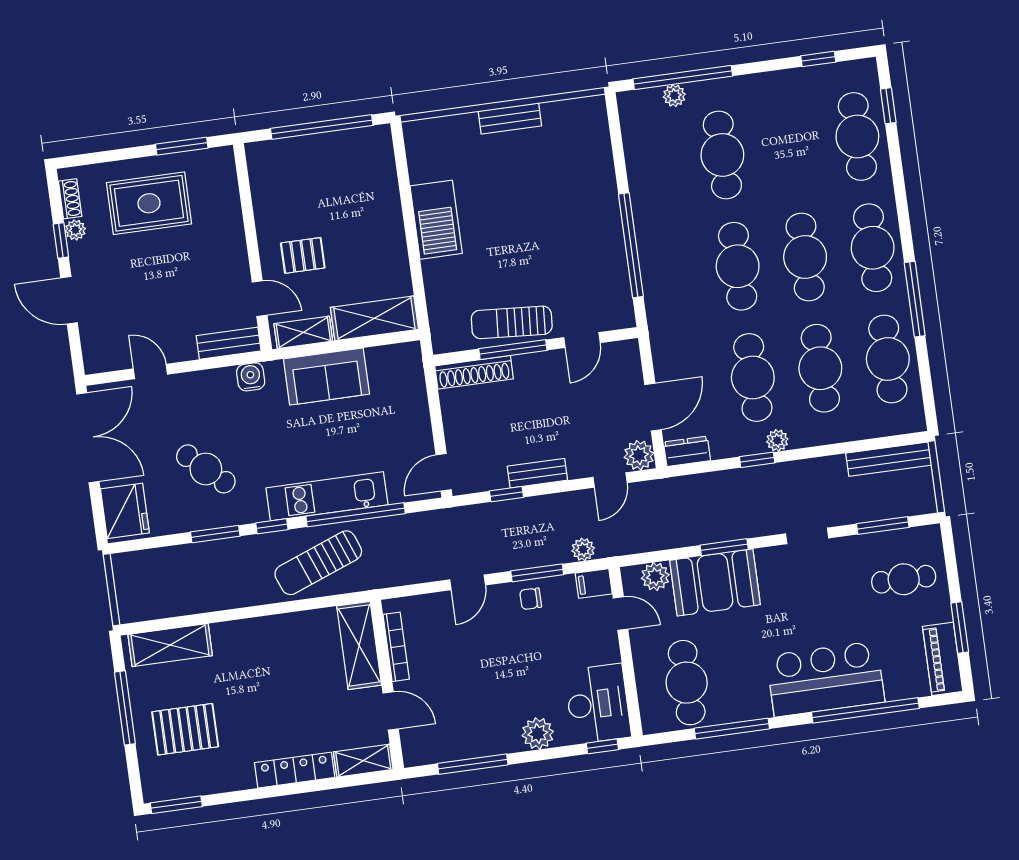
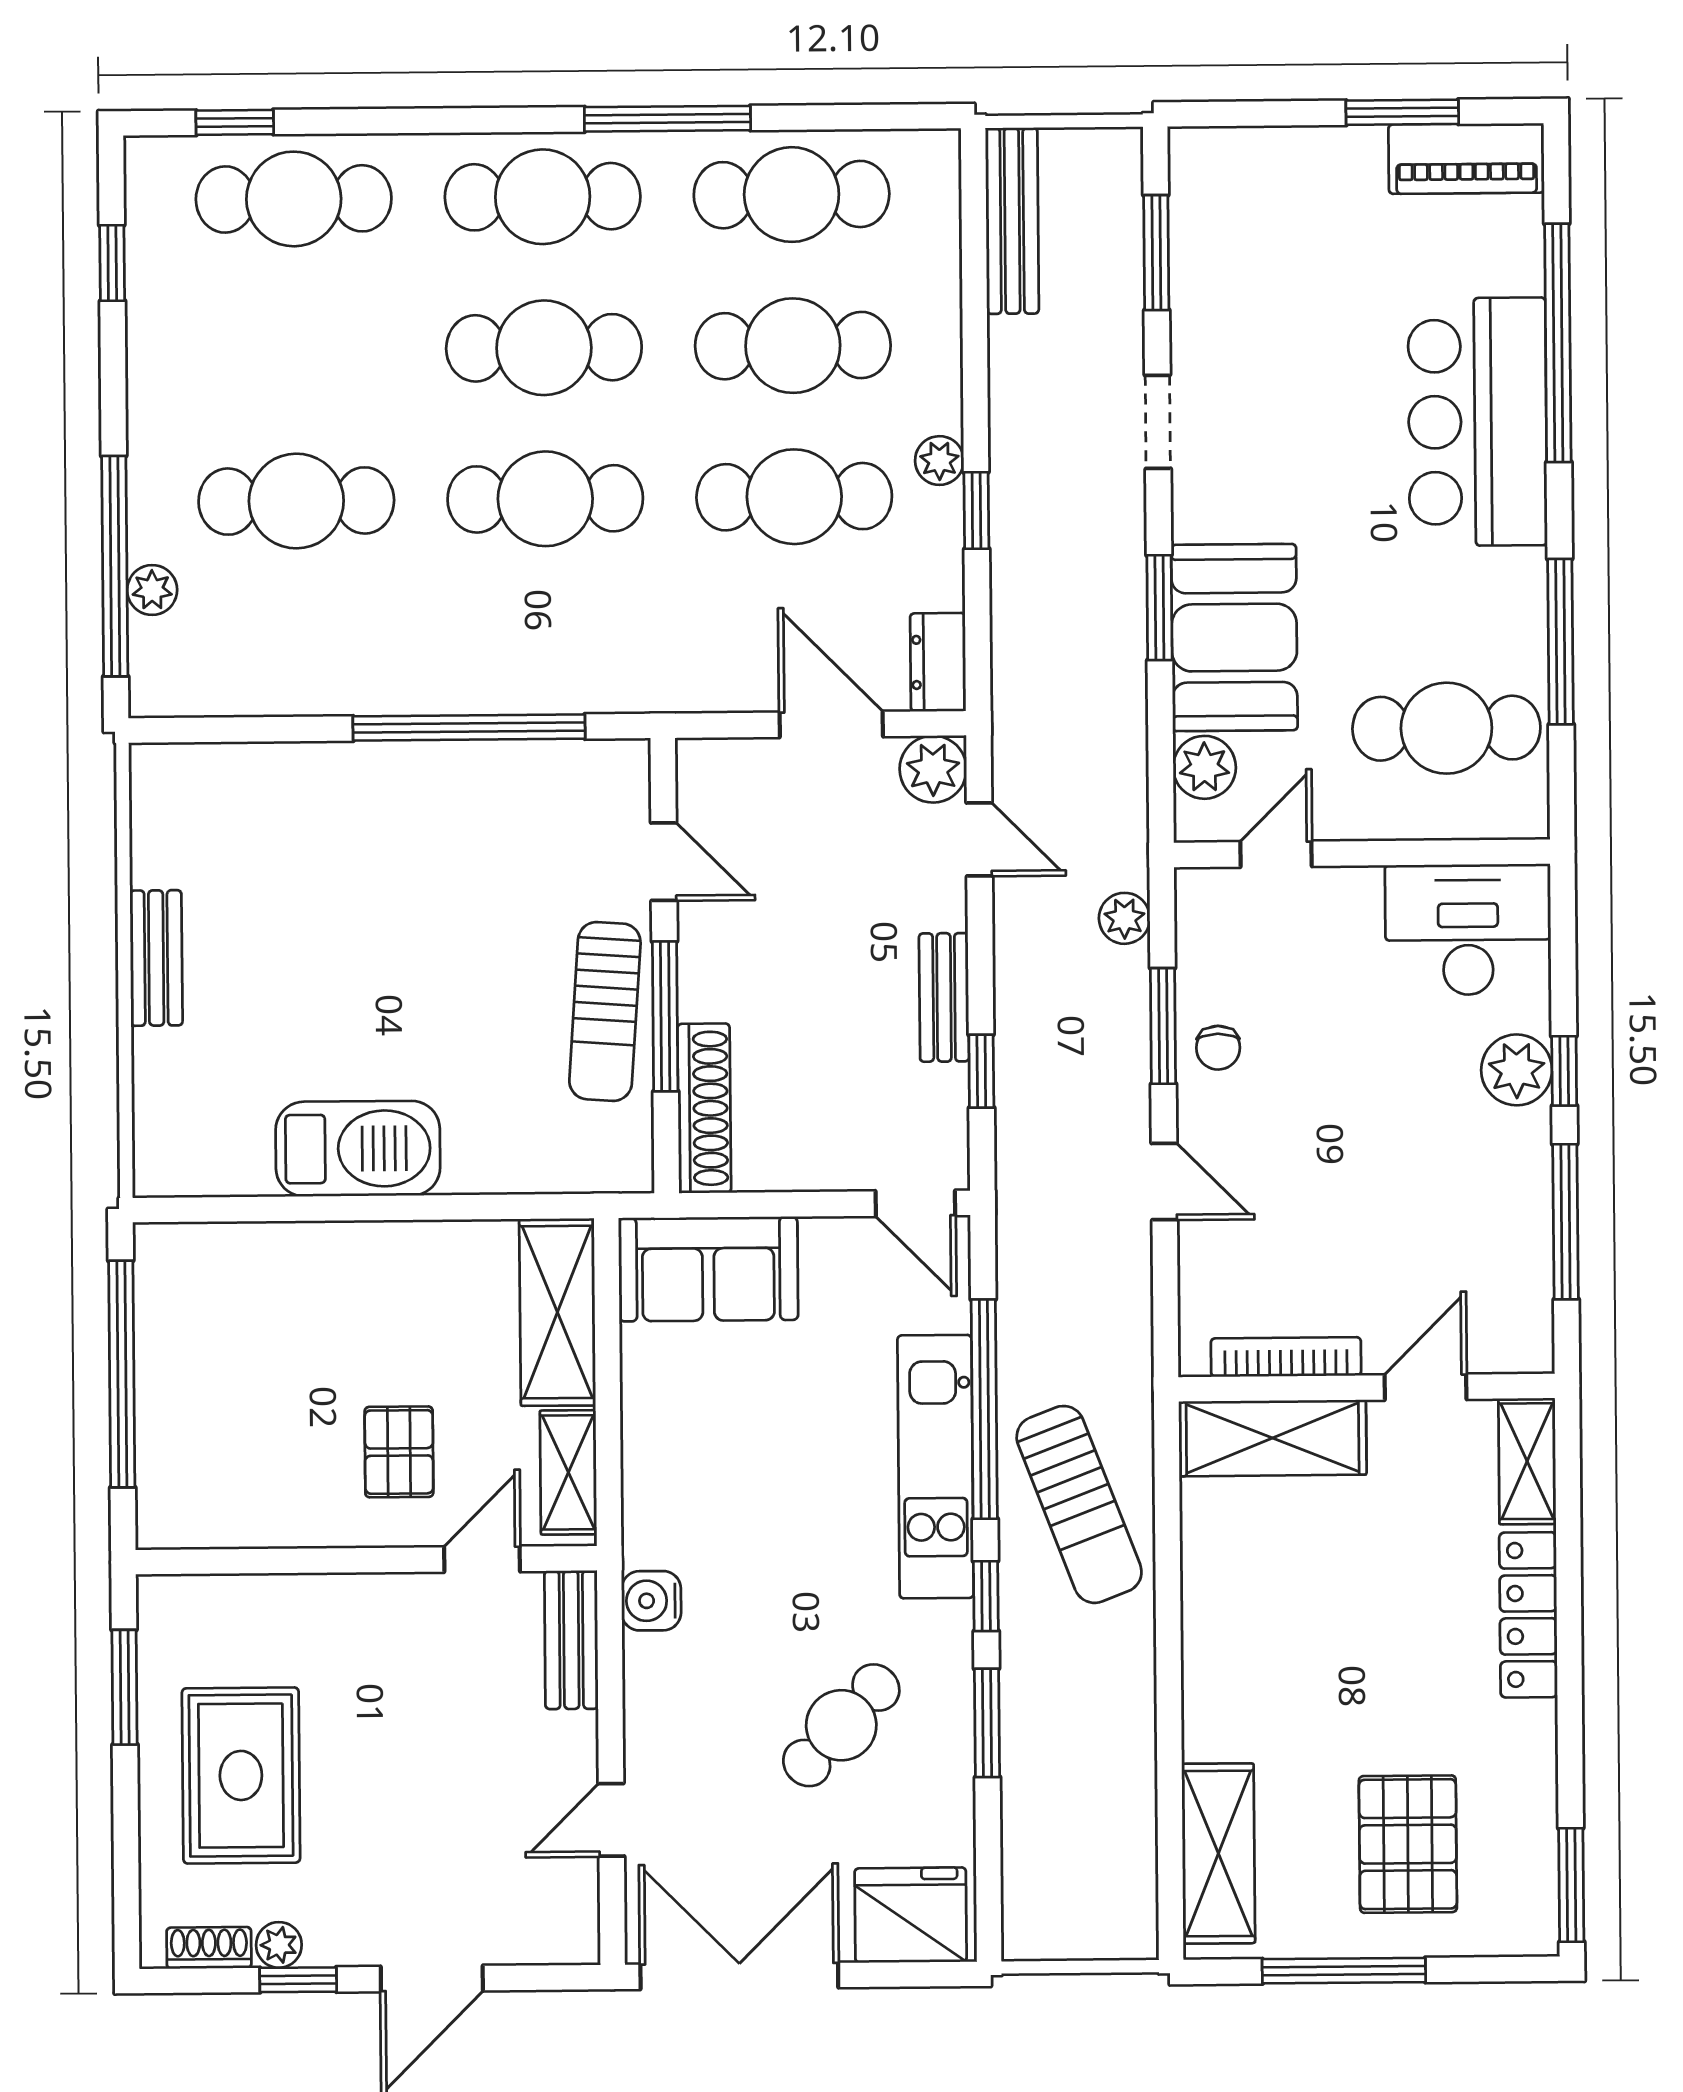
sofa: (326, 377) -> (708, 1269), moved, turned 90
cafe table: (904, 579) -> (1280, 222), removed
filing cabinet: (594, 584) -> (1202, 905), removed
window: (602, 746) -> (1564, 1071), moved

